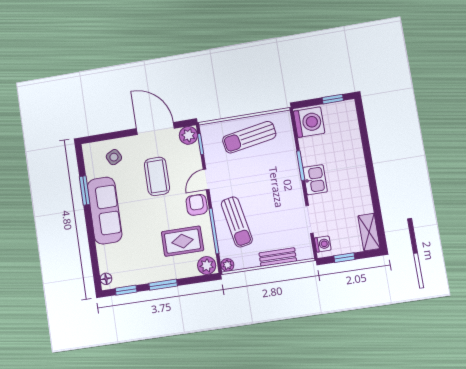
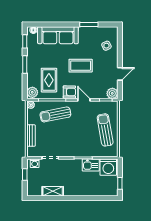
door: (155, 128) -> (120, 74), width x0.53
coffee table: (157, 176) -> (81, 66), moved
kitchen sink: (315, 180) -> (91, 165), moved
sofa: (105, 211) -> (58, 35), moved
shelving: (369, 232) -> (53, 191), moved

